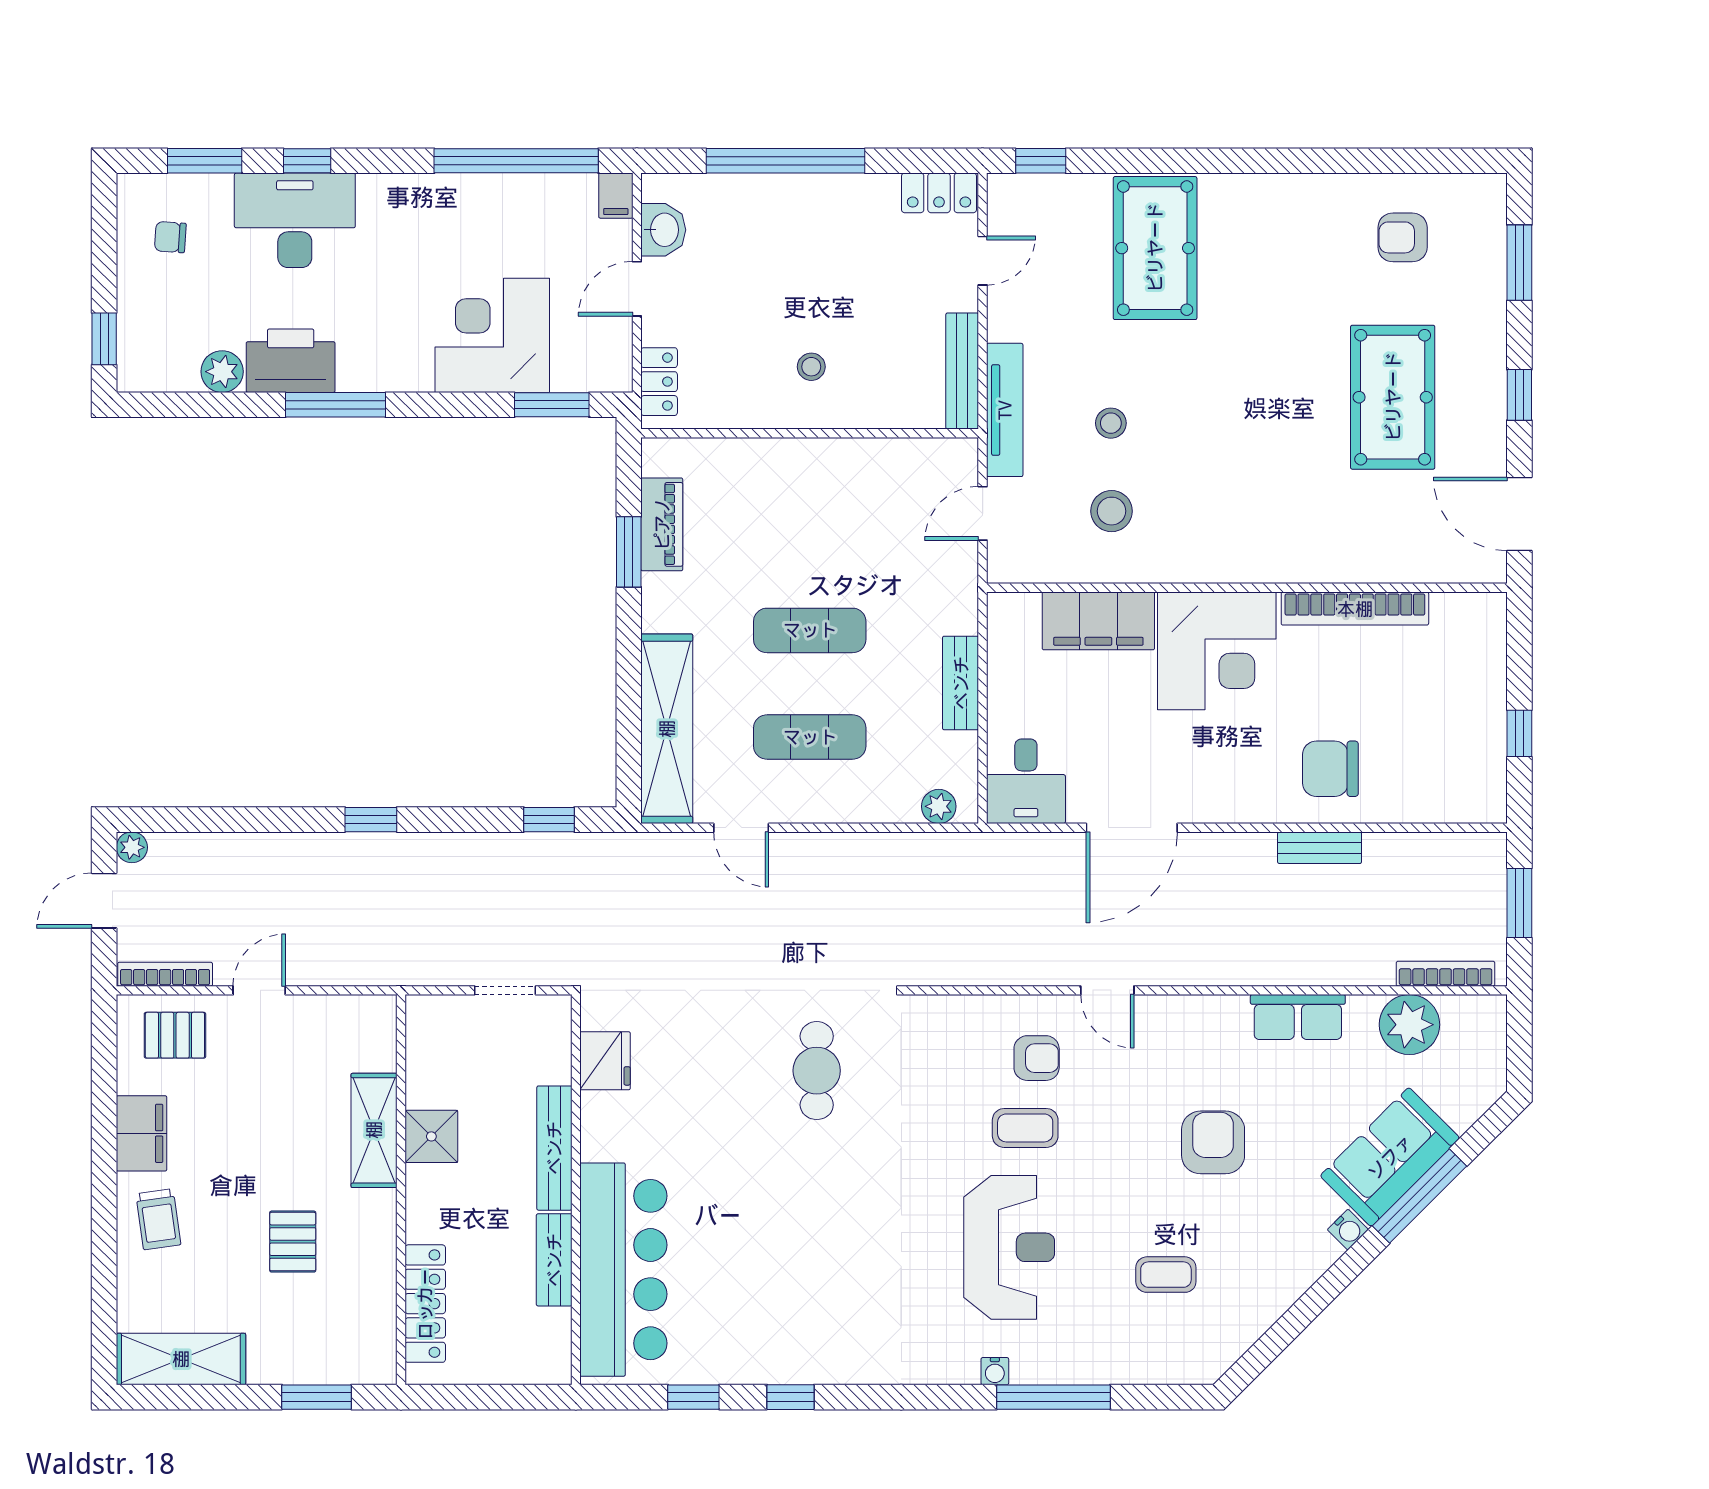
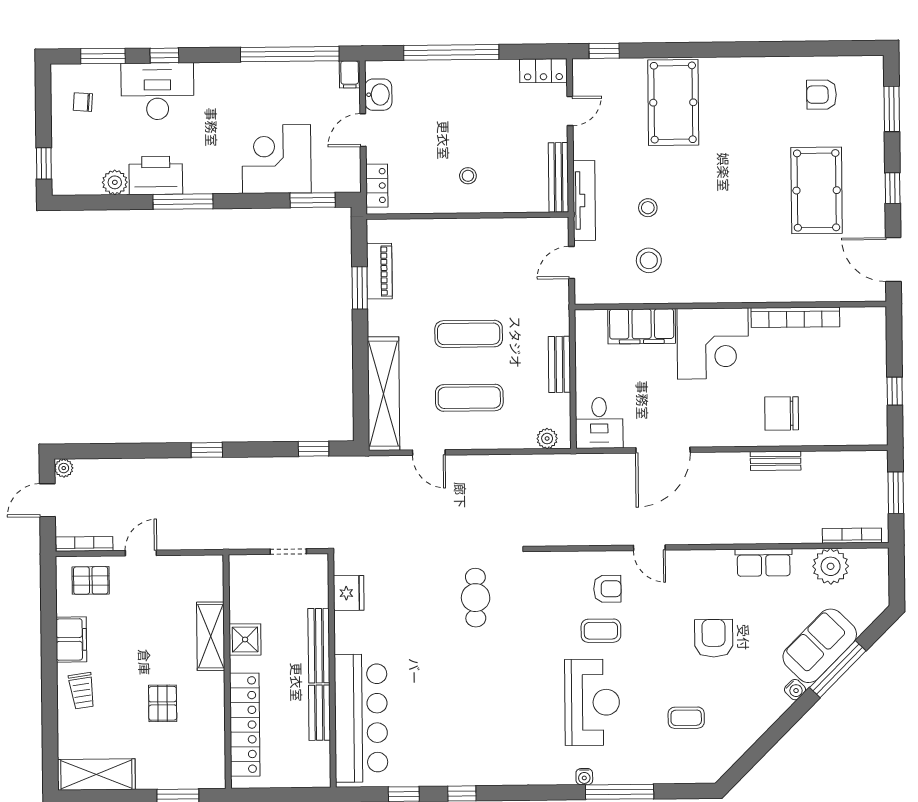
locker: (425, 1304) -> (245, 725), width x1.41, depth x1.21

